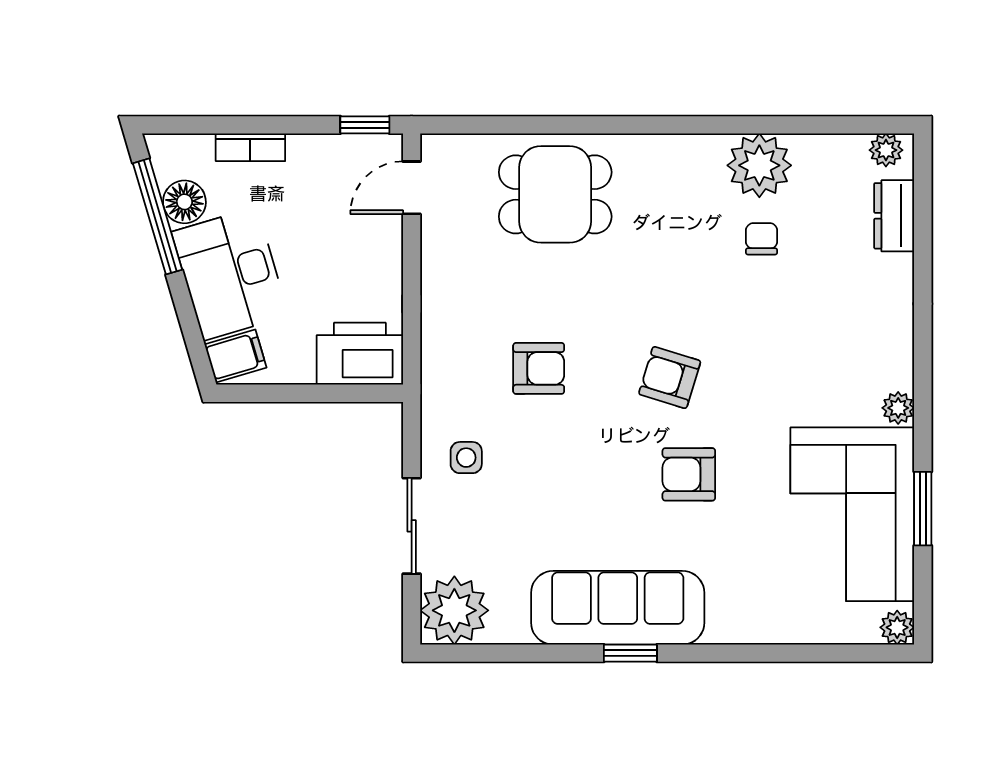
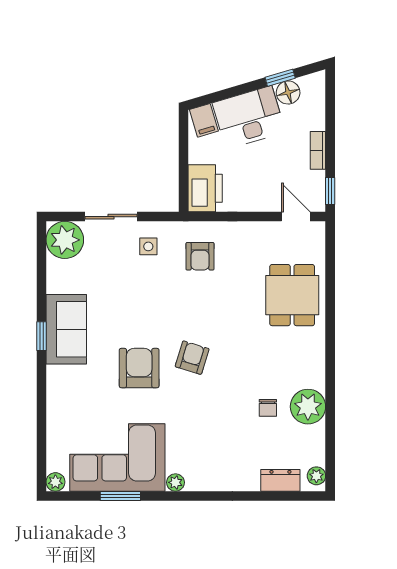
bookcase: (250, 147) -> (318, 150), moved
window: (158, 216) -> (280, 78), width x0.46
chair: (762, 239) -> (268, 408), turned 90
armchair: (539, 368) -> (200, 256), moved
armchair: (689, 474) -> (139, 368), width x1.38, depth x1.38
sofa: (618, 608) -> (66, 329), width x0.73

